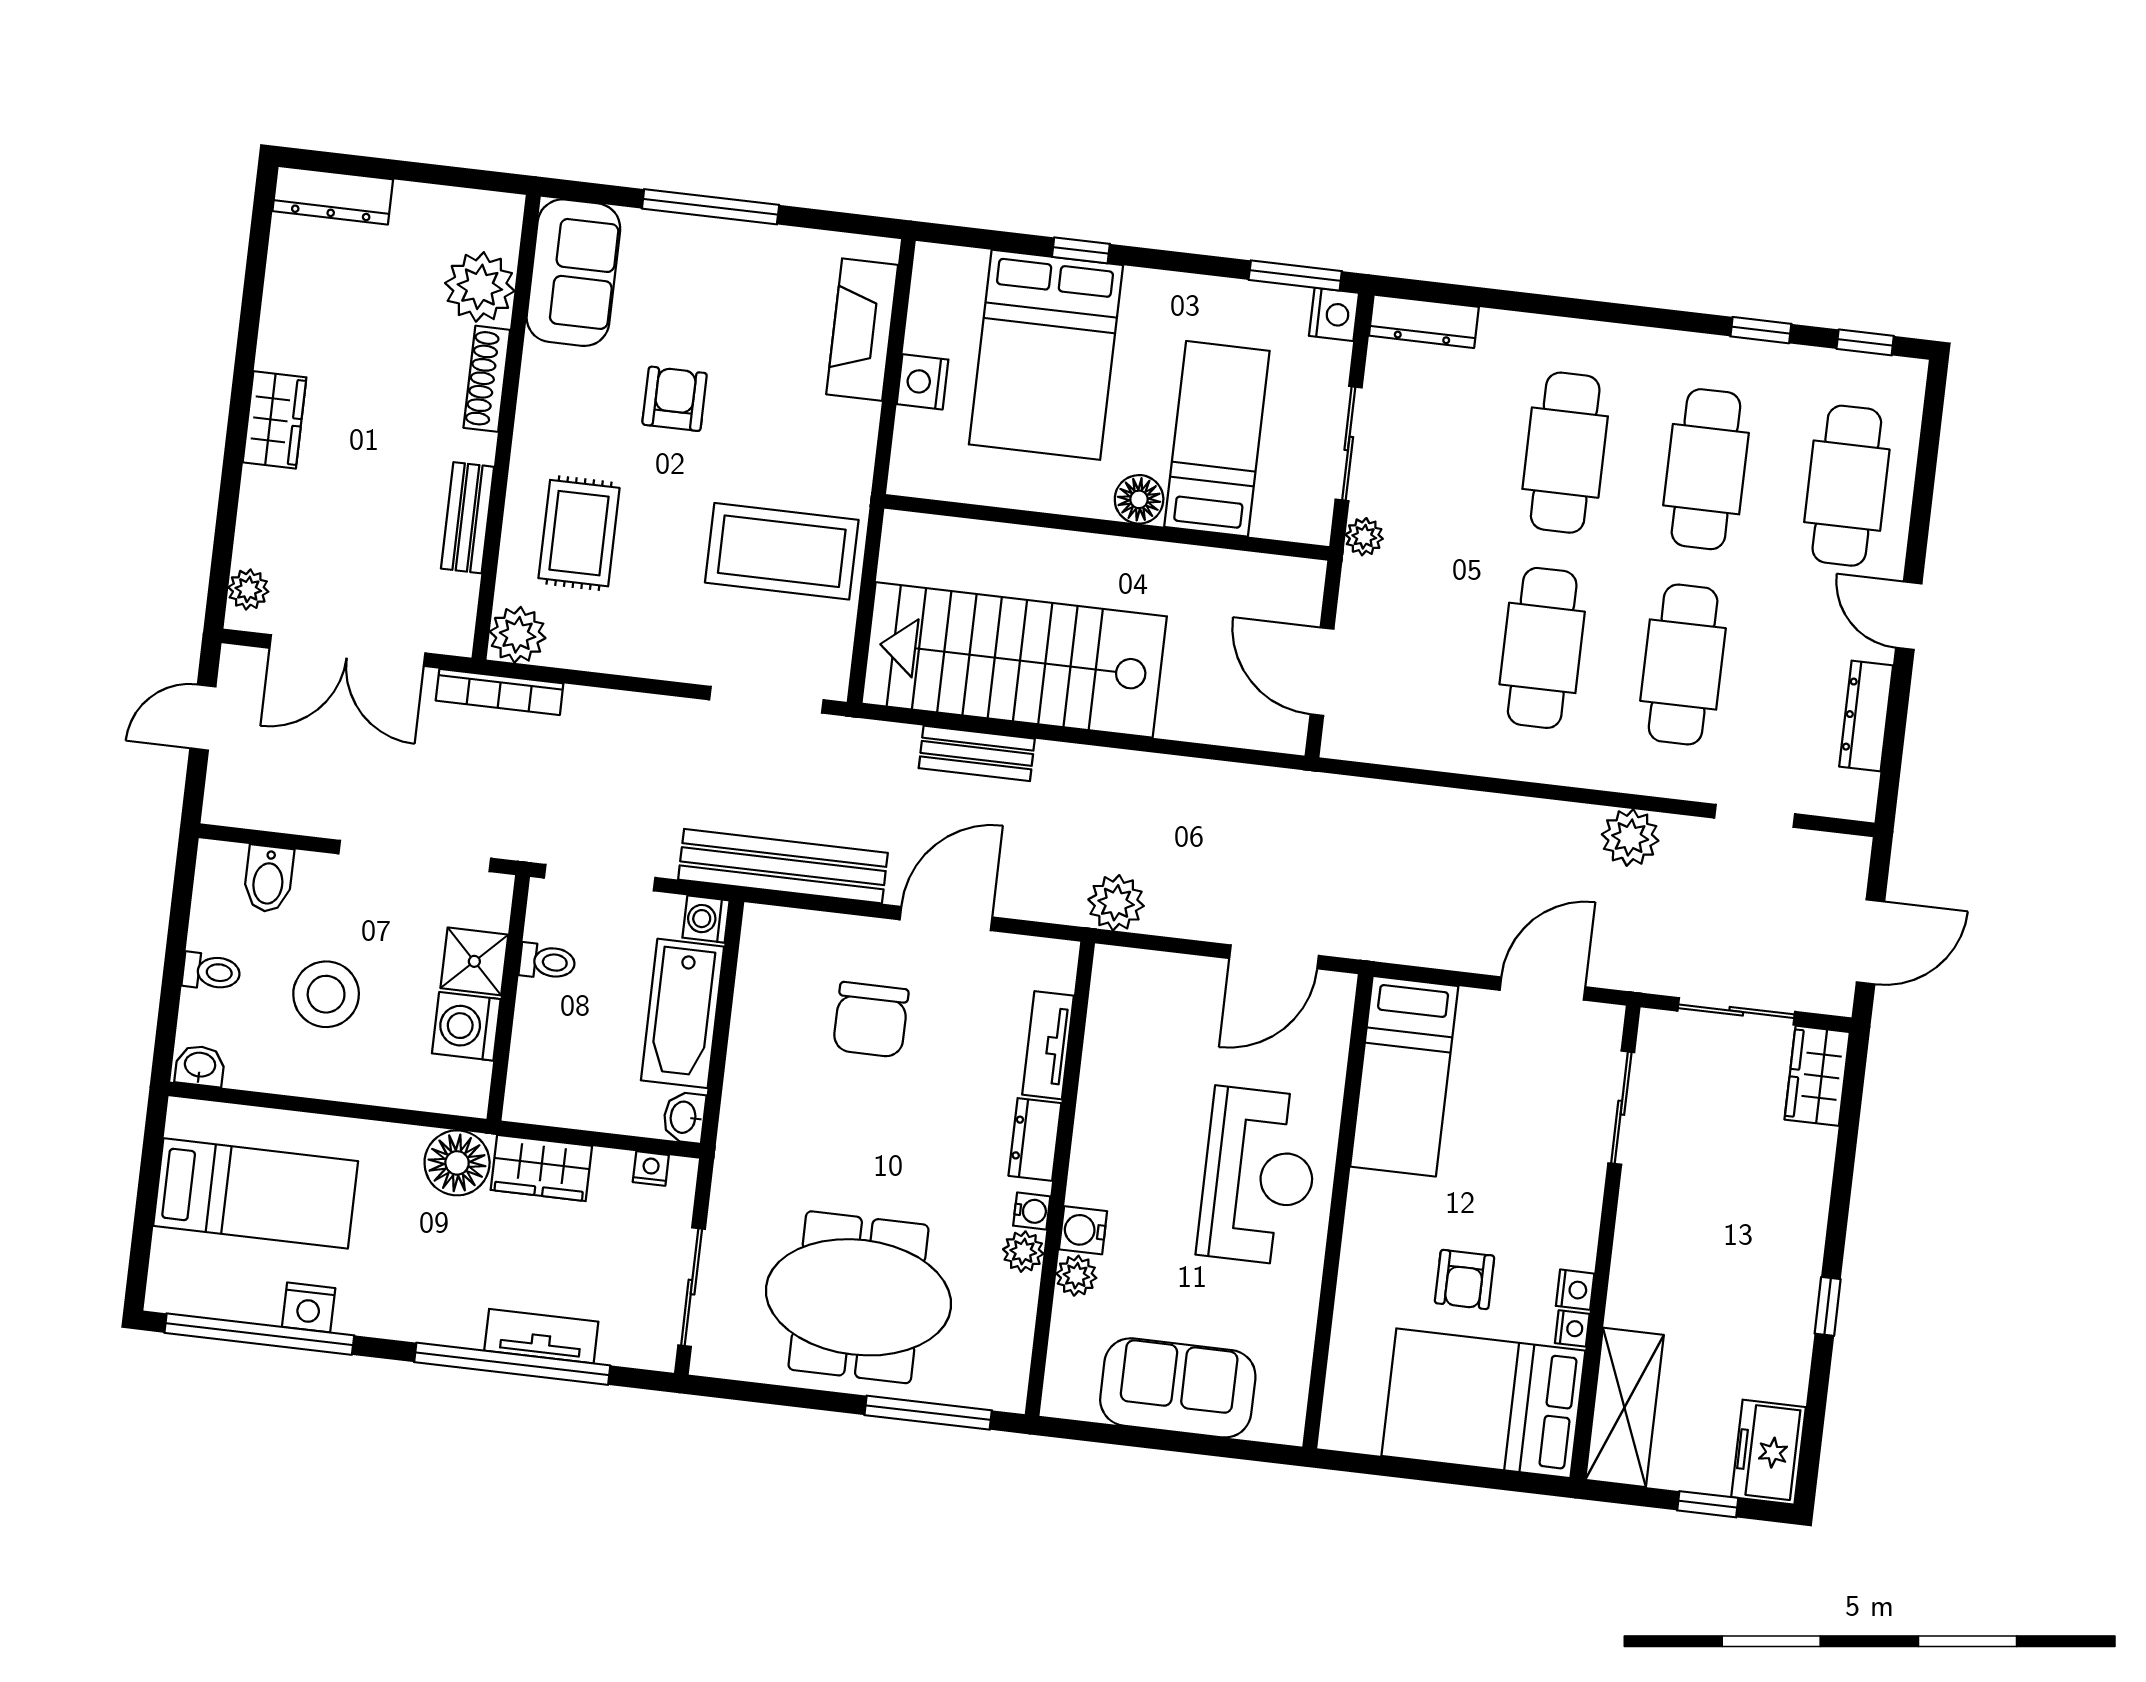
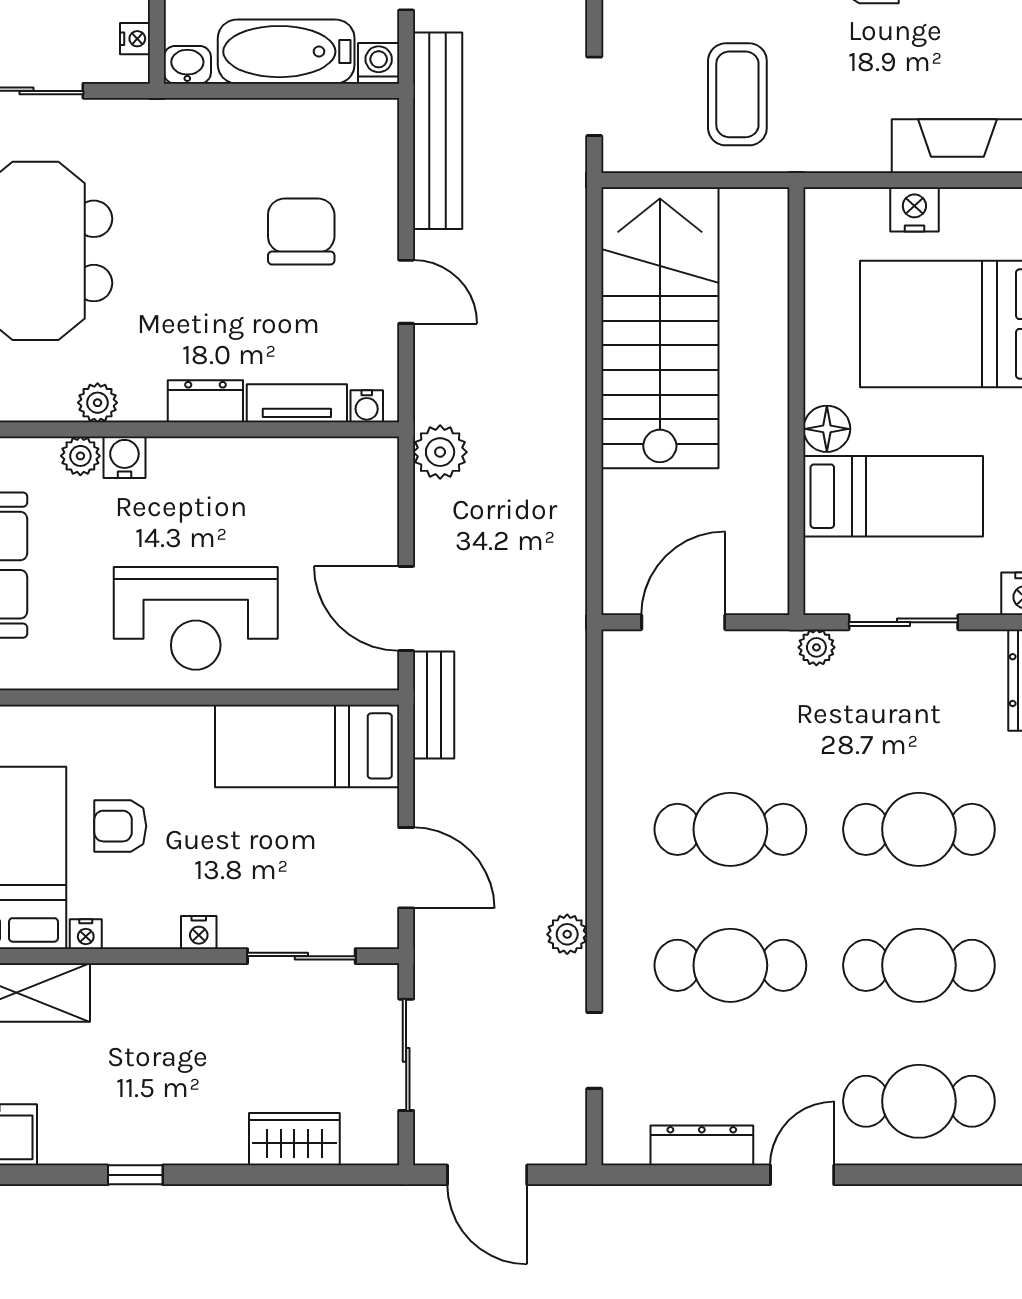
coffee table: (782, 551) -> (737, 94), width x0.73, depth x0.76
doorway: (766, 700) -> (594, 96), width x0.73
bench: (977, 753) -> (434, 705), moved
plant: (1630, 837) -> (567, 934), width x0.73, depth x0.73
door: (946, 918) -> (406, 292), width x0.73
chair: (871, 1020) -> (301, 232), turned 90
wardrobe: (1817, 1076) -> (294, 1139), moved
water cooler: (1032, 1211) -> (367, 406), moved
nightstand: (1575, 1290) -> (199, 932), moved

